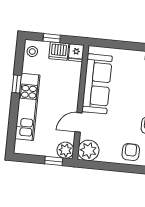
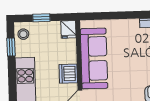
dishwasher: (59, 51) -> (68, 74), moved, turned 90
window: (17, 84) -> (11, 47), moved

